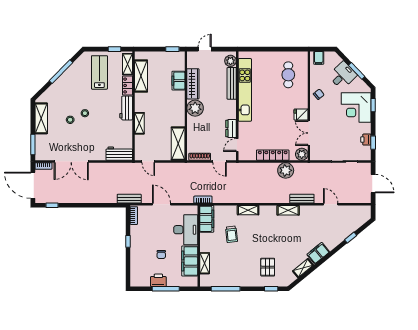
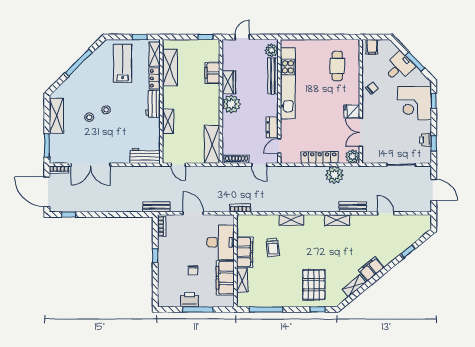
wardrobe: (193, 84) -> (229, 82), width x0.67
filing cabinet: (207, 219) -> (245, 252), moved
pallet: (268, 267) -> (314, 285), width x1.50, depth x1.42

